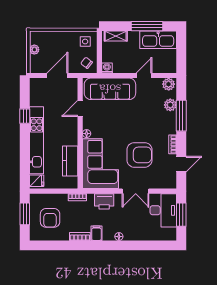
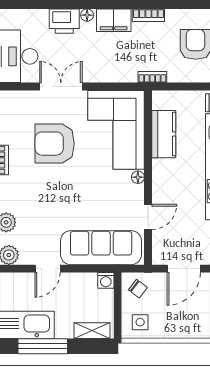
printer: (104, 201) -> (64, 21), moved, turned 180
filing cabinet: (96, 233) -> (114, 20), width x2.00

